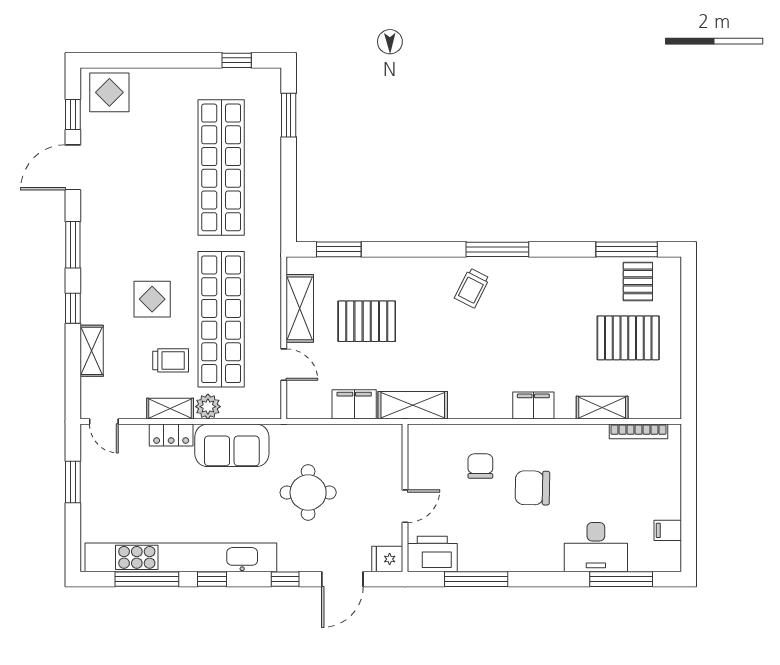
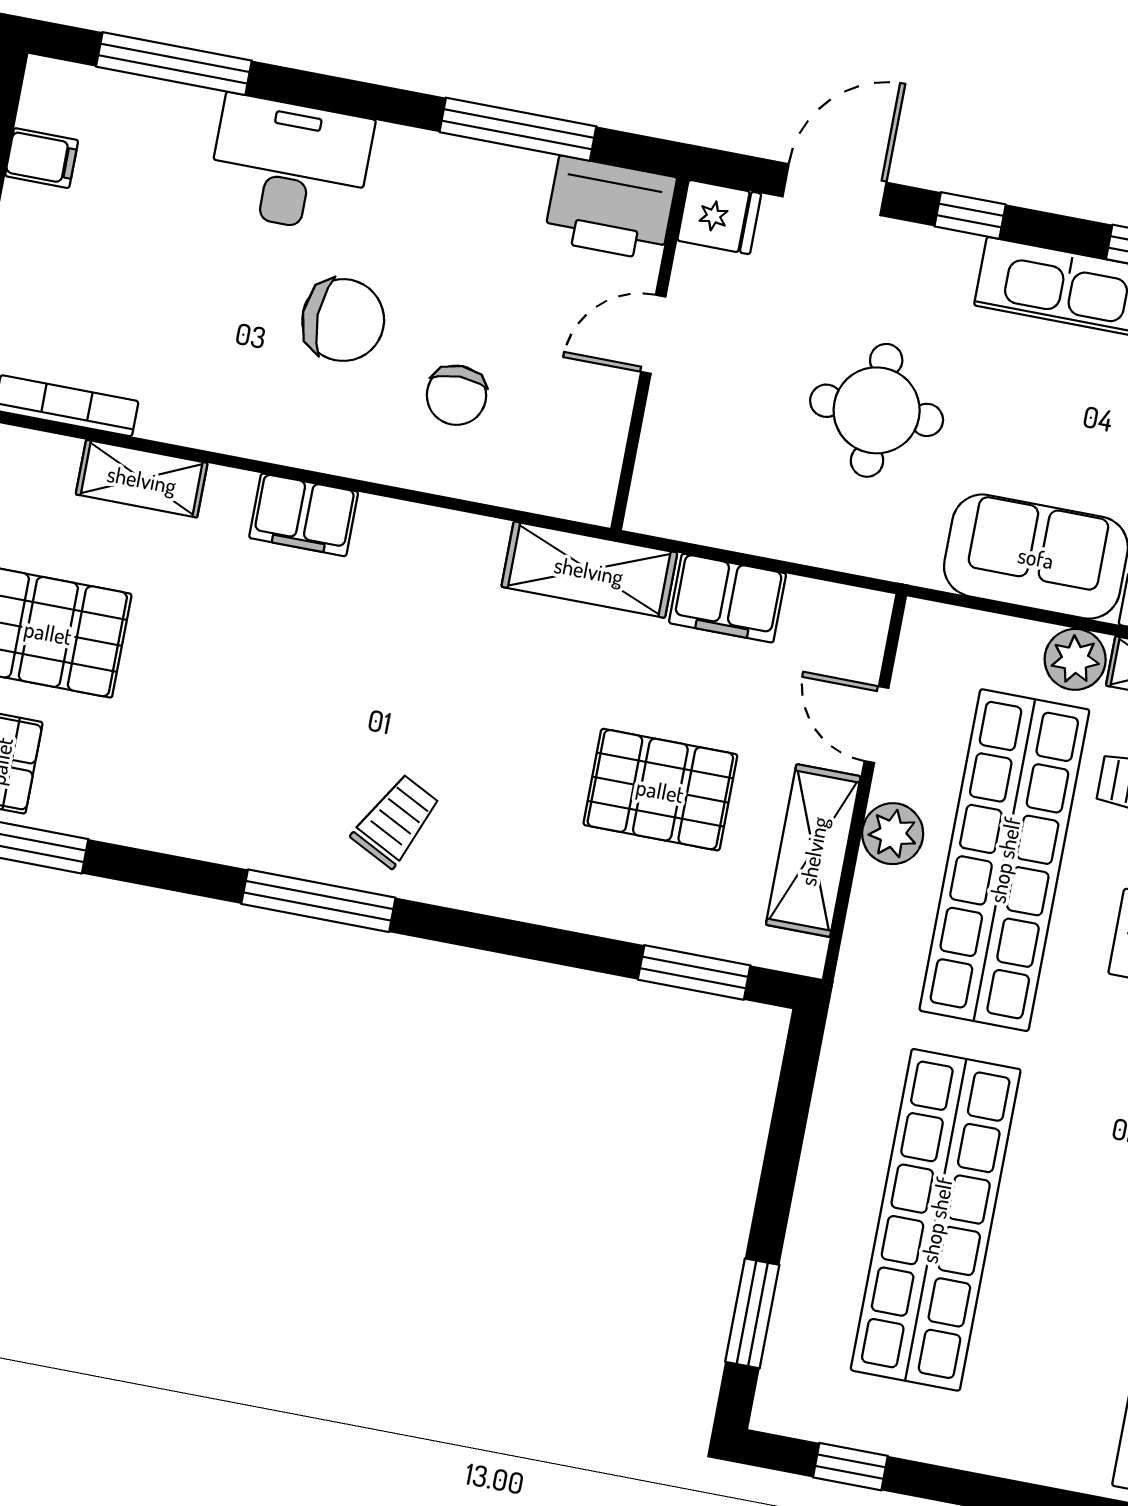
plant: (269, 321) -> (893, 834), added
desk: (596, 547) -> (290, 164), moved

